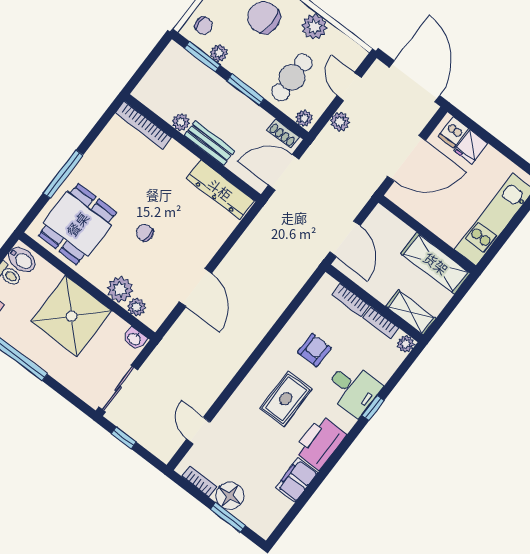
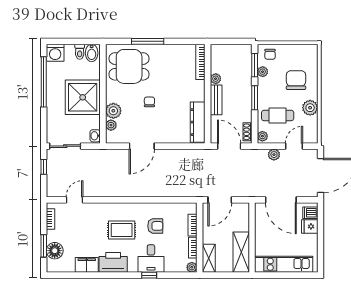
floor lamp: (230, 496) -> (55, 251), moved

